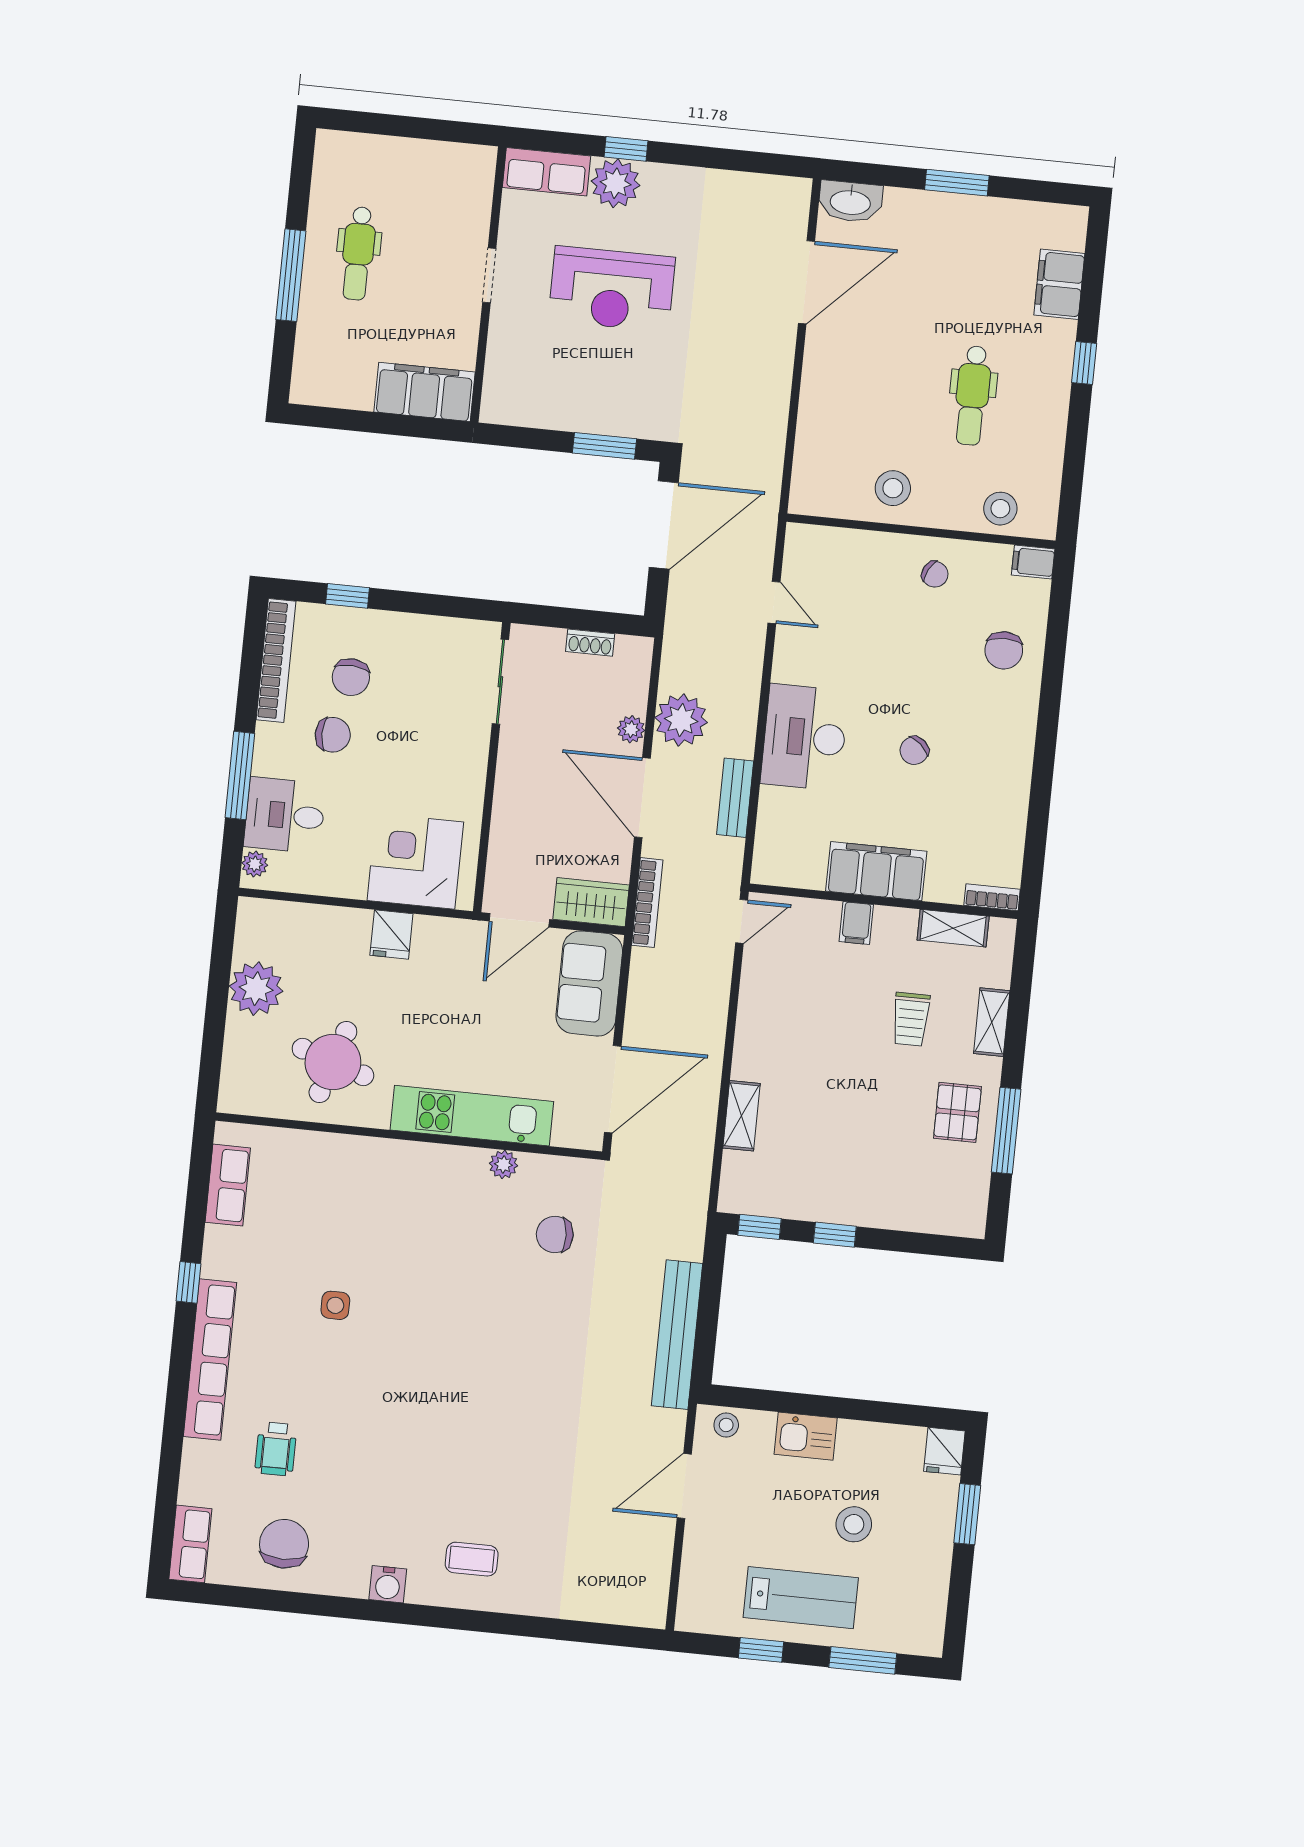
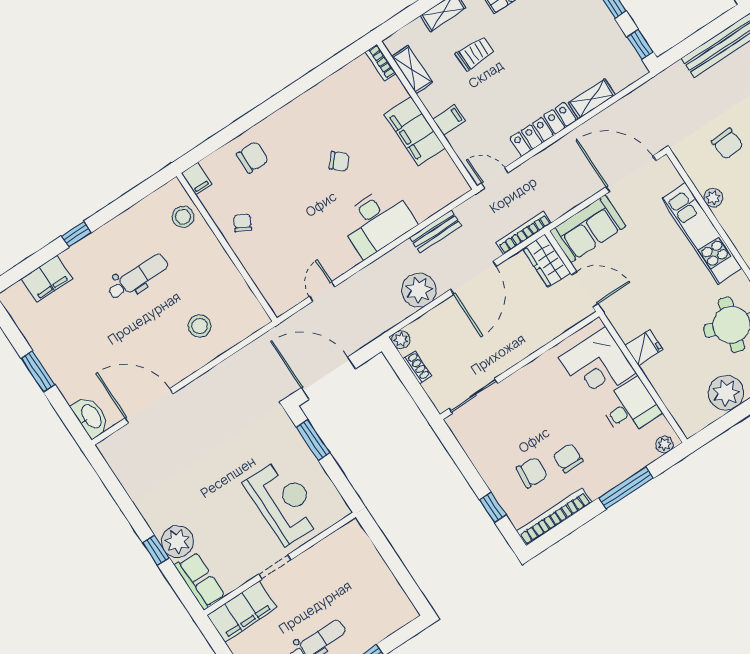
reception desk: (612, 289) -> (284, 502), moved
filing cabinet: (425, 392) -> (242, 611), moved, turned -90
stool: (893, 488) -> (200, 326), moved
plant: (631, 729) -> (401, 340), moved
desk: (285, 815) -> (630, 408), moved, turned -90
locker: (753, 1027) -> (543, 129), added

